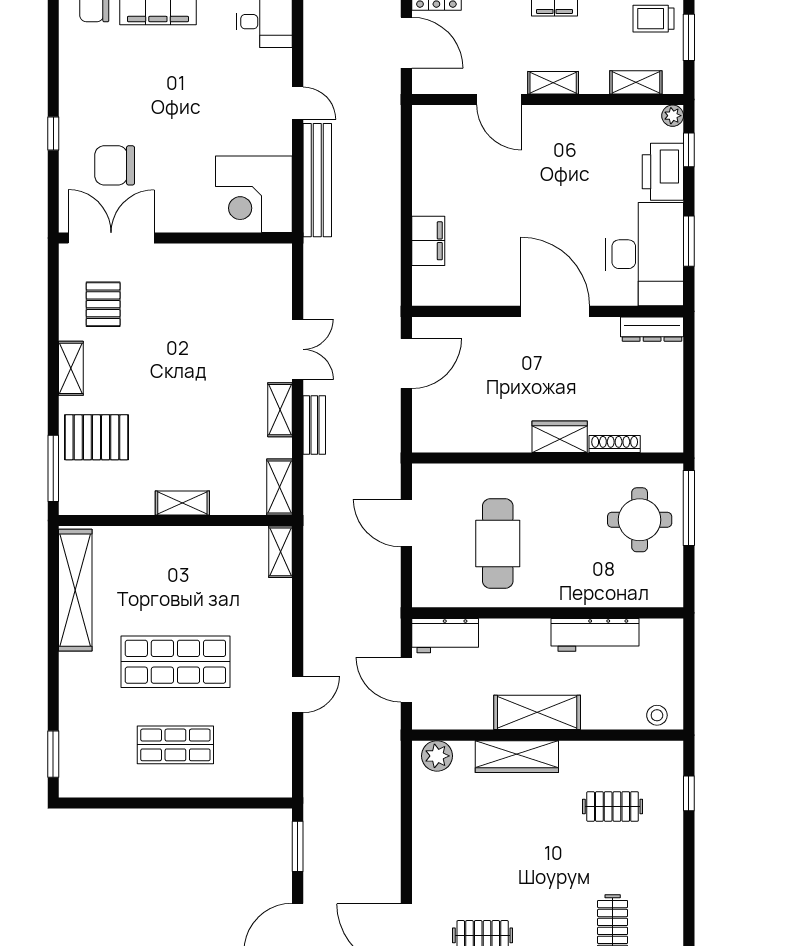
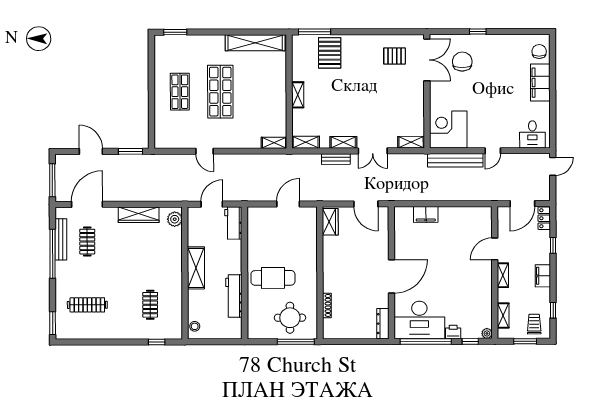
printer: (663, 172) -> (453, 332), width x0.53, depth x0.68
window: (689, 241) -> (426, 341), width x2.11
shelving: (71, 368) -> (411, 142), moved
wardrobe: (560, 437) -> (330, 222), moved
cafe table: (498, 544) -> (273, 278), moved
wardrobe: (517, 757) -> (139, 215), moved, turned -90

